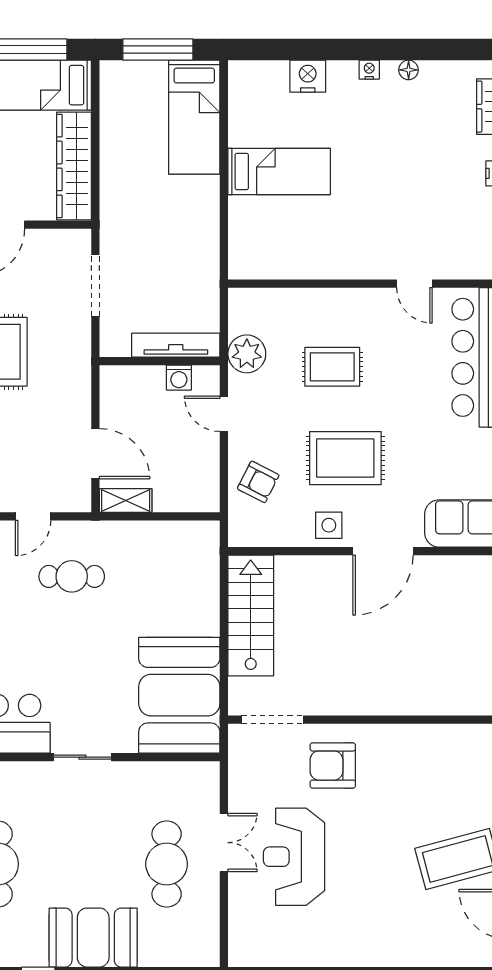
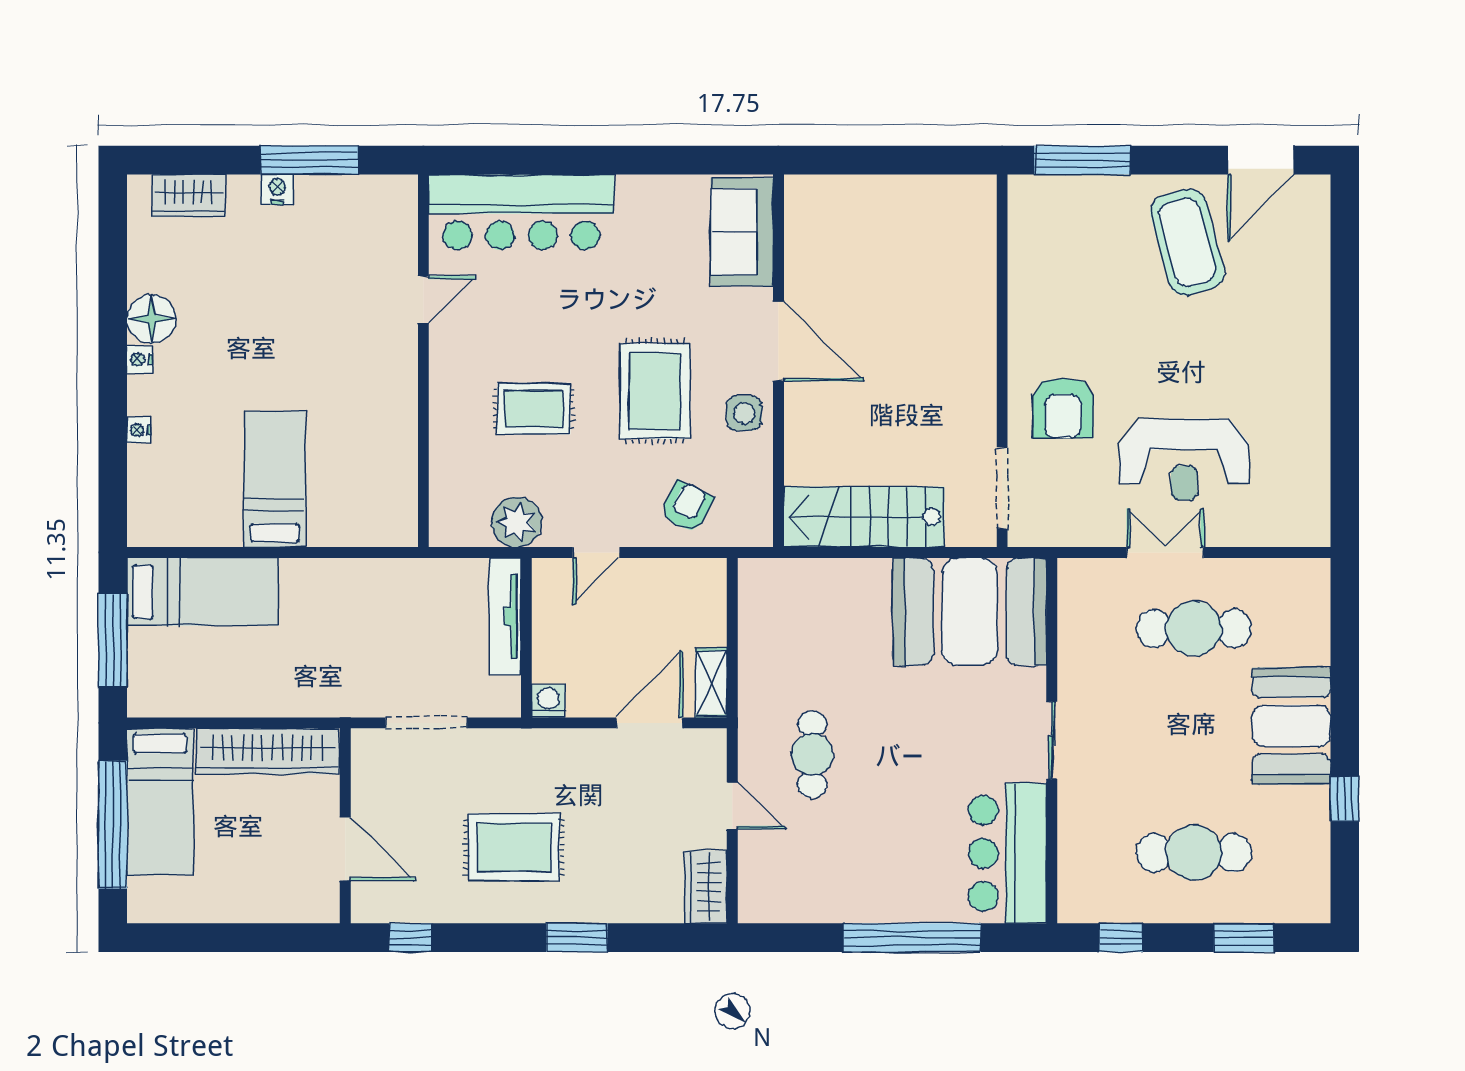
floor lamp: (409, 70) -> (151, 319), width x1.89, depth x1.89
nightstand: (308, 76) -> (139, 430), width x0.53, depth x0.56
rug: (332, 367) -> (534, 409), turned 90
washing machine: (179, 378) -> (548, 701), moved, turned -90

